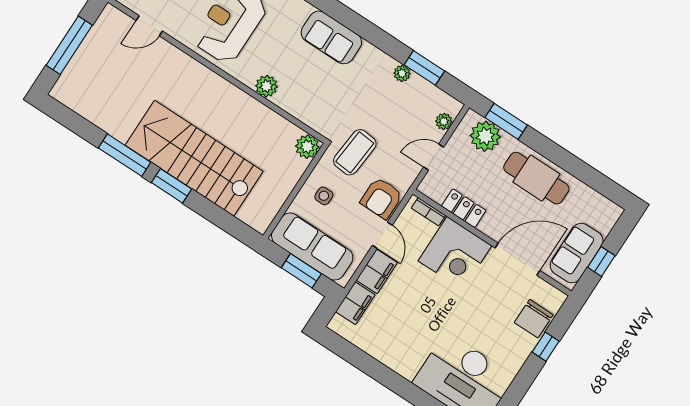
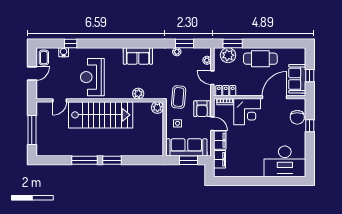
plant: (266, 86) -> (138, 94), moved
door: (434, 157) -> (212, 78), hinge flipped
stairs: (194, 158) -> (101, 115), moved, turned 180
locker: (464, 208) -> (226, 91), moved

